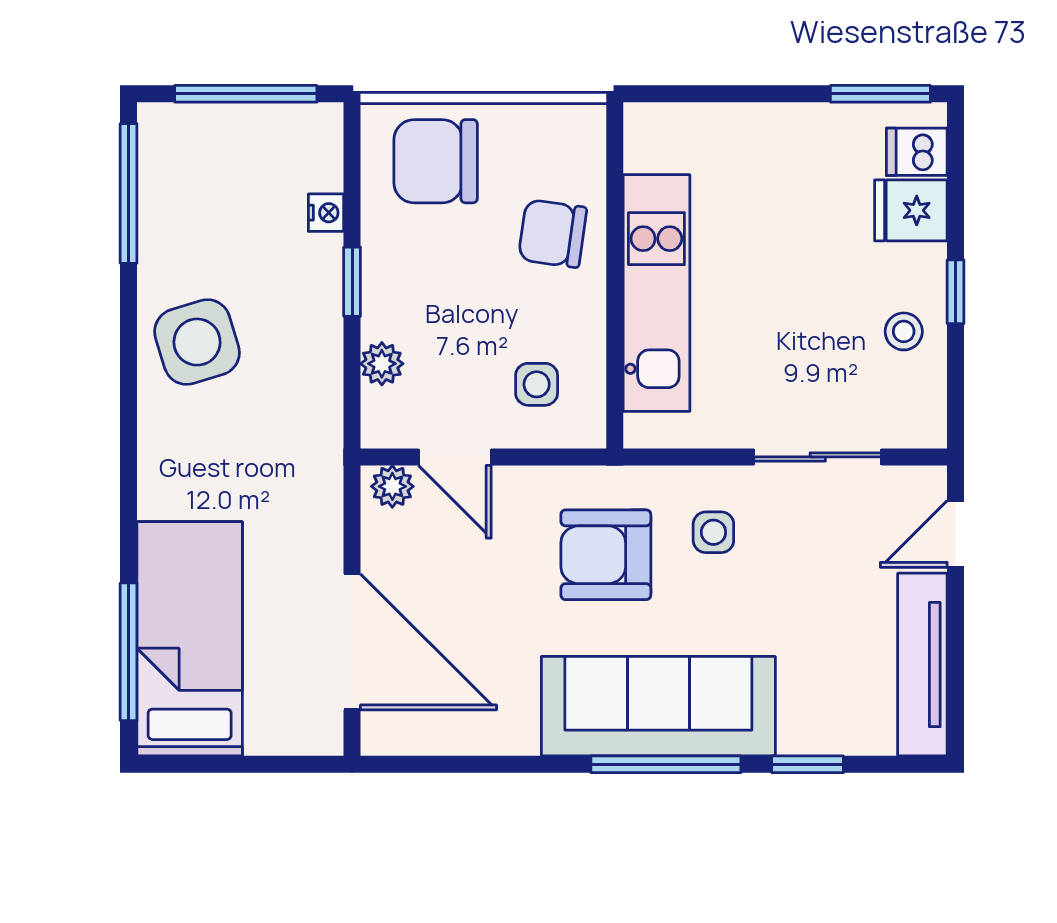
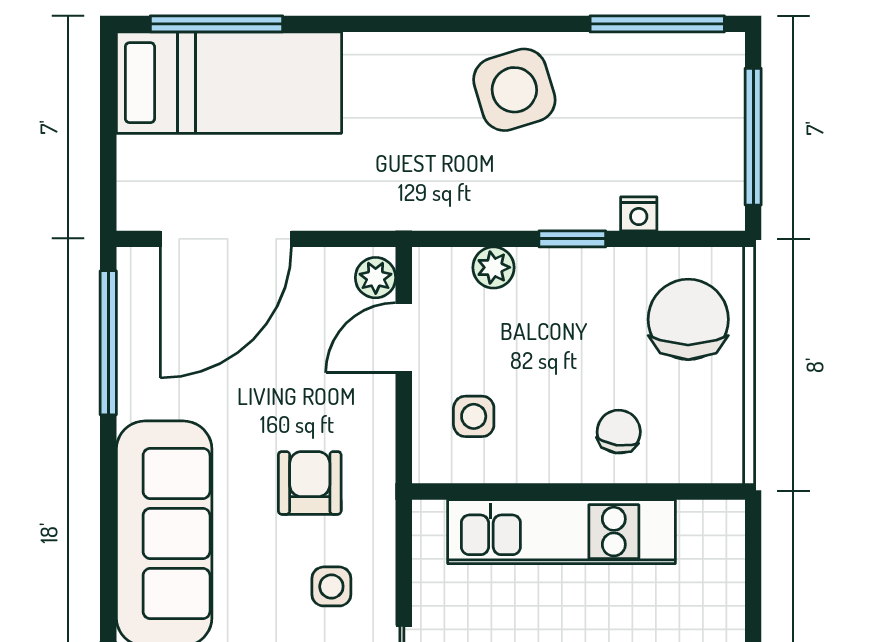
chair: (552, 234) -> (619, 432), width x0.73, depth x0.73
armchair: (606, 555) -> (310, 483), width x0.72, depth x0.72
window: (666, 764) -> (108, 343), moved

